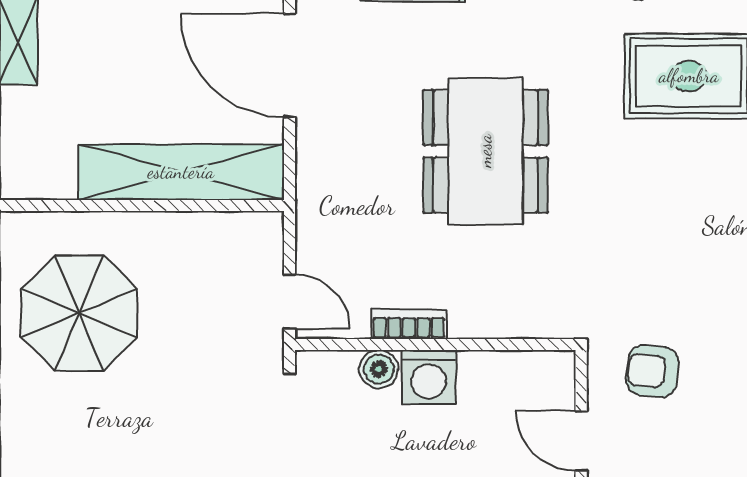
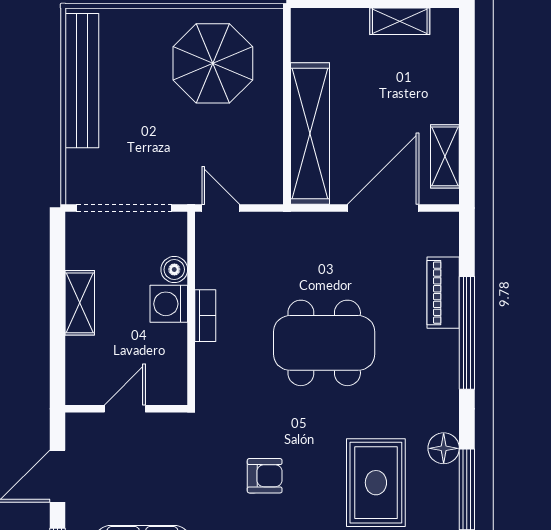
door: (289, 302) -> (221, 208), swing flipped
bookcase: (409, 324) -> (205, 316), moved
armchair: (652, 371) -> (265, 476), moved, turned 83

